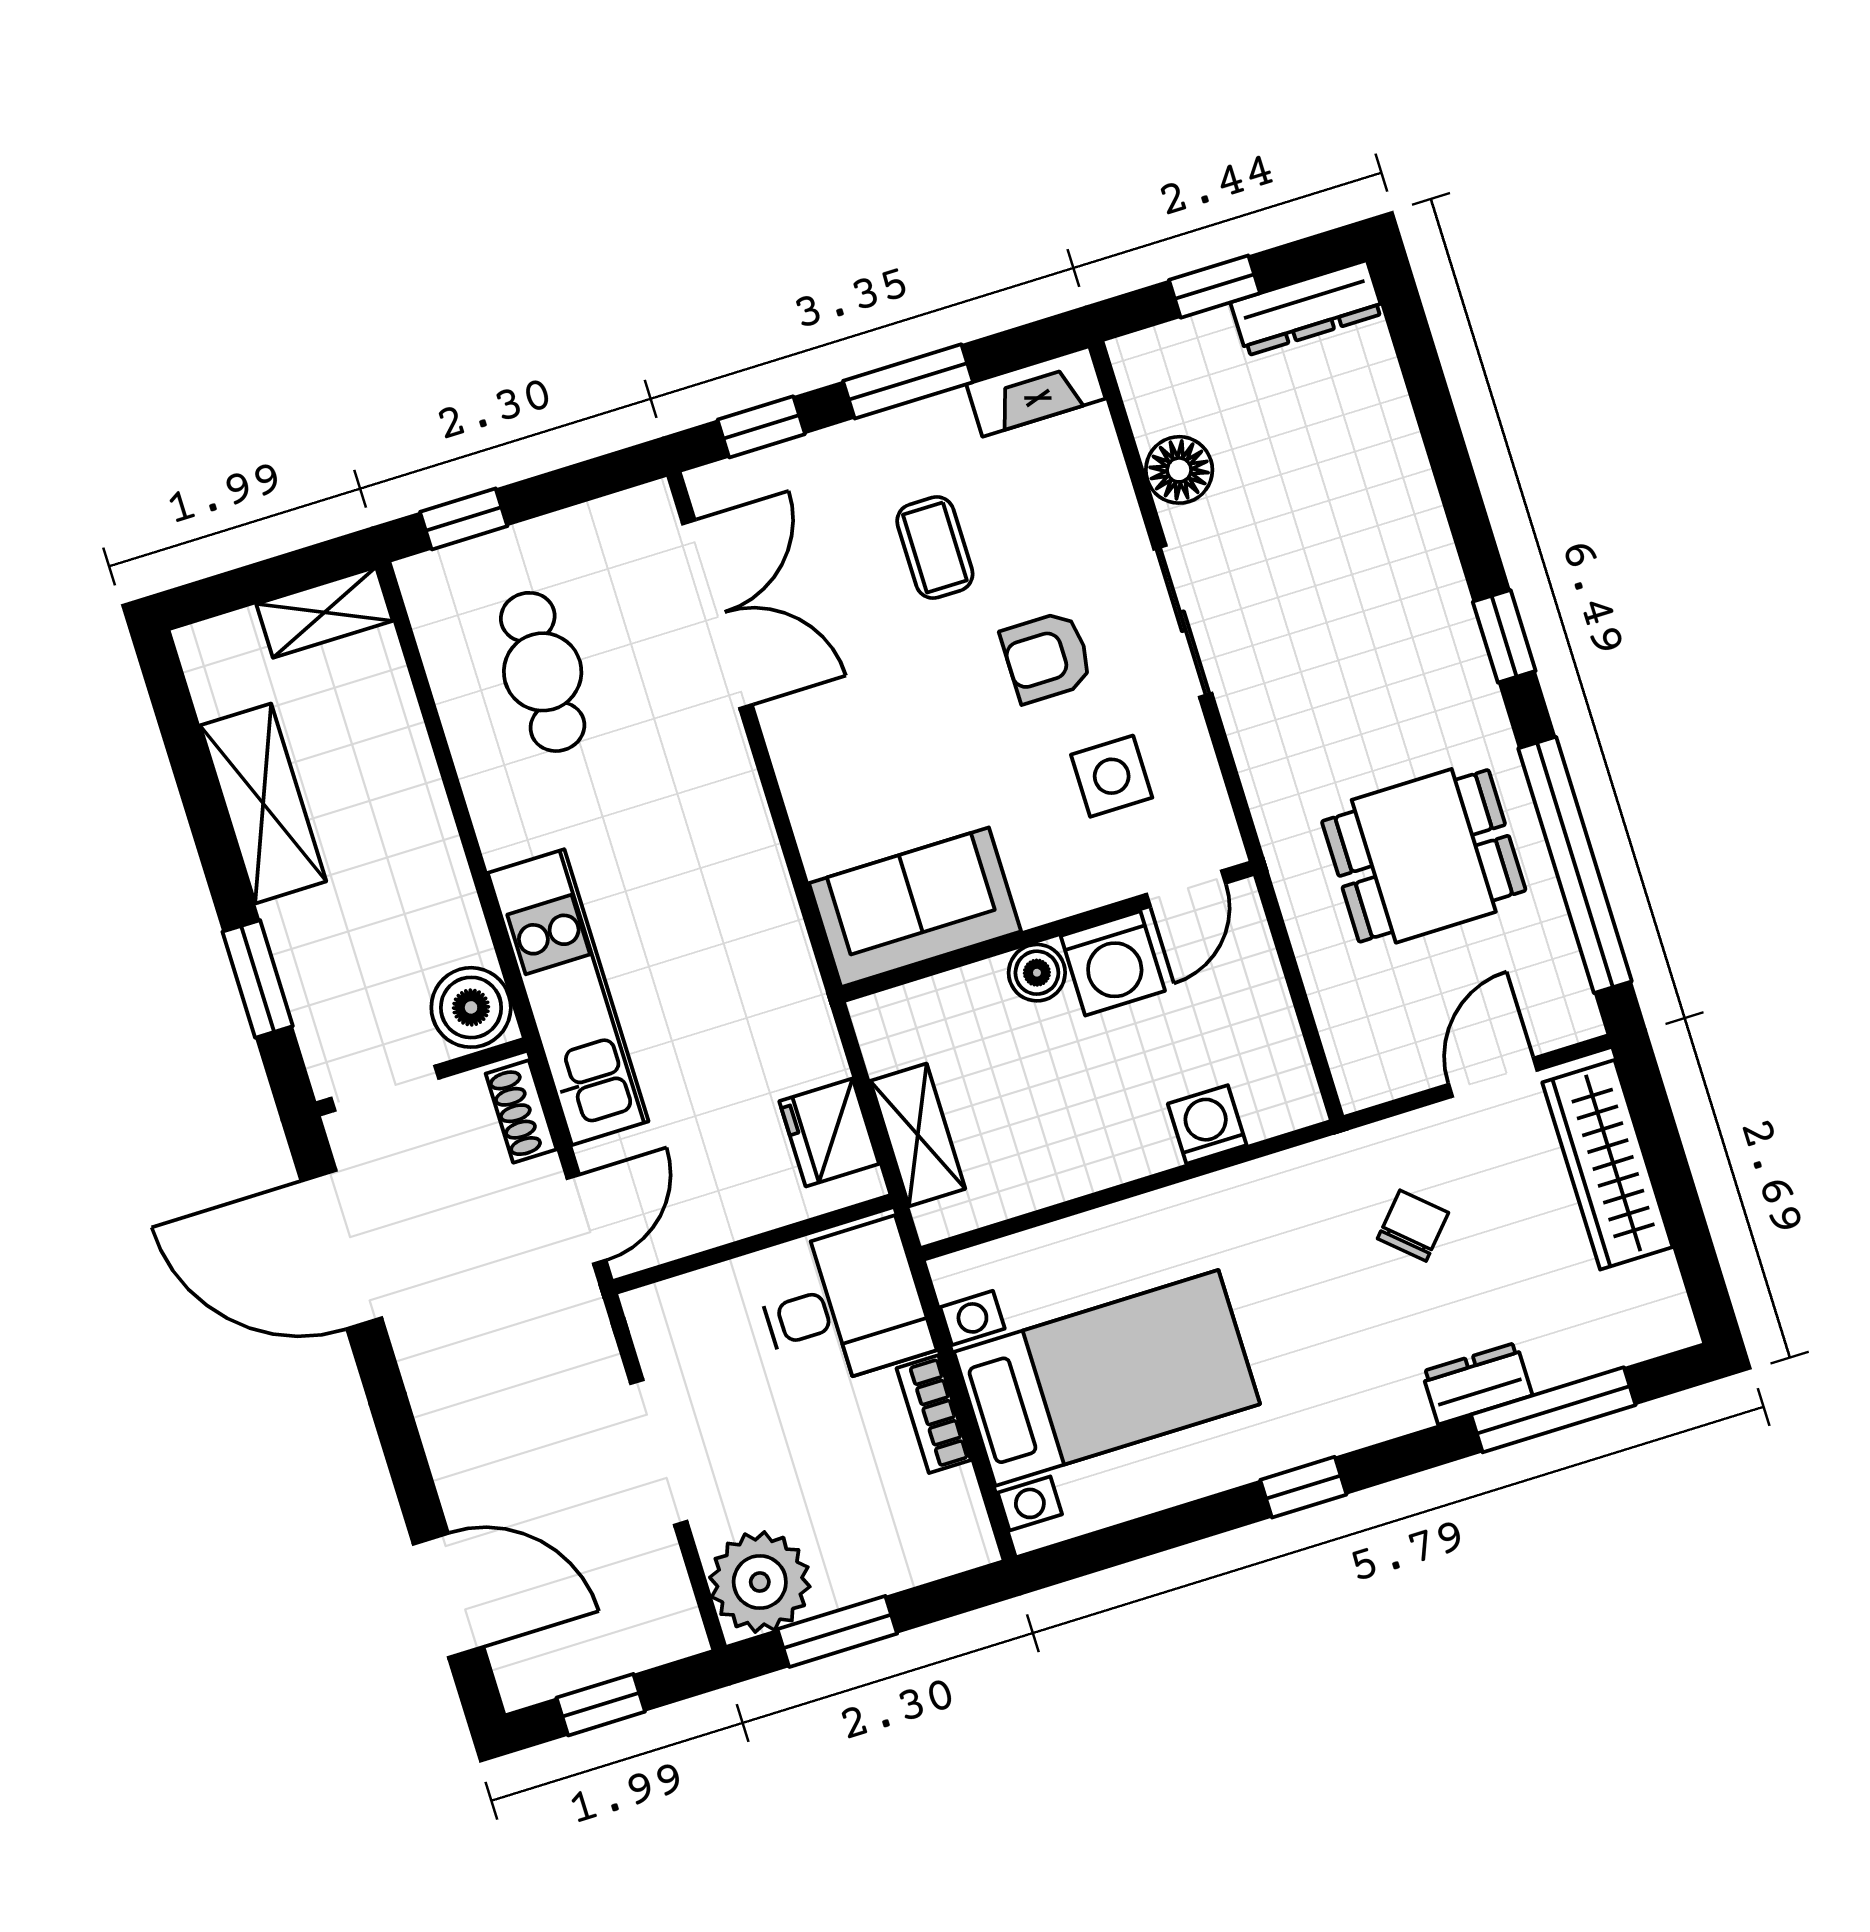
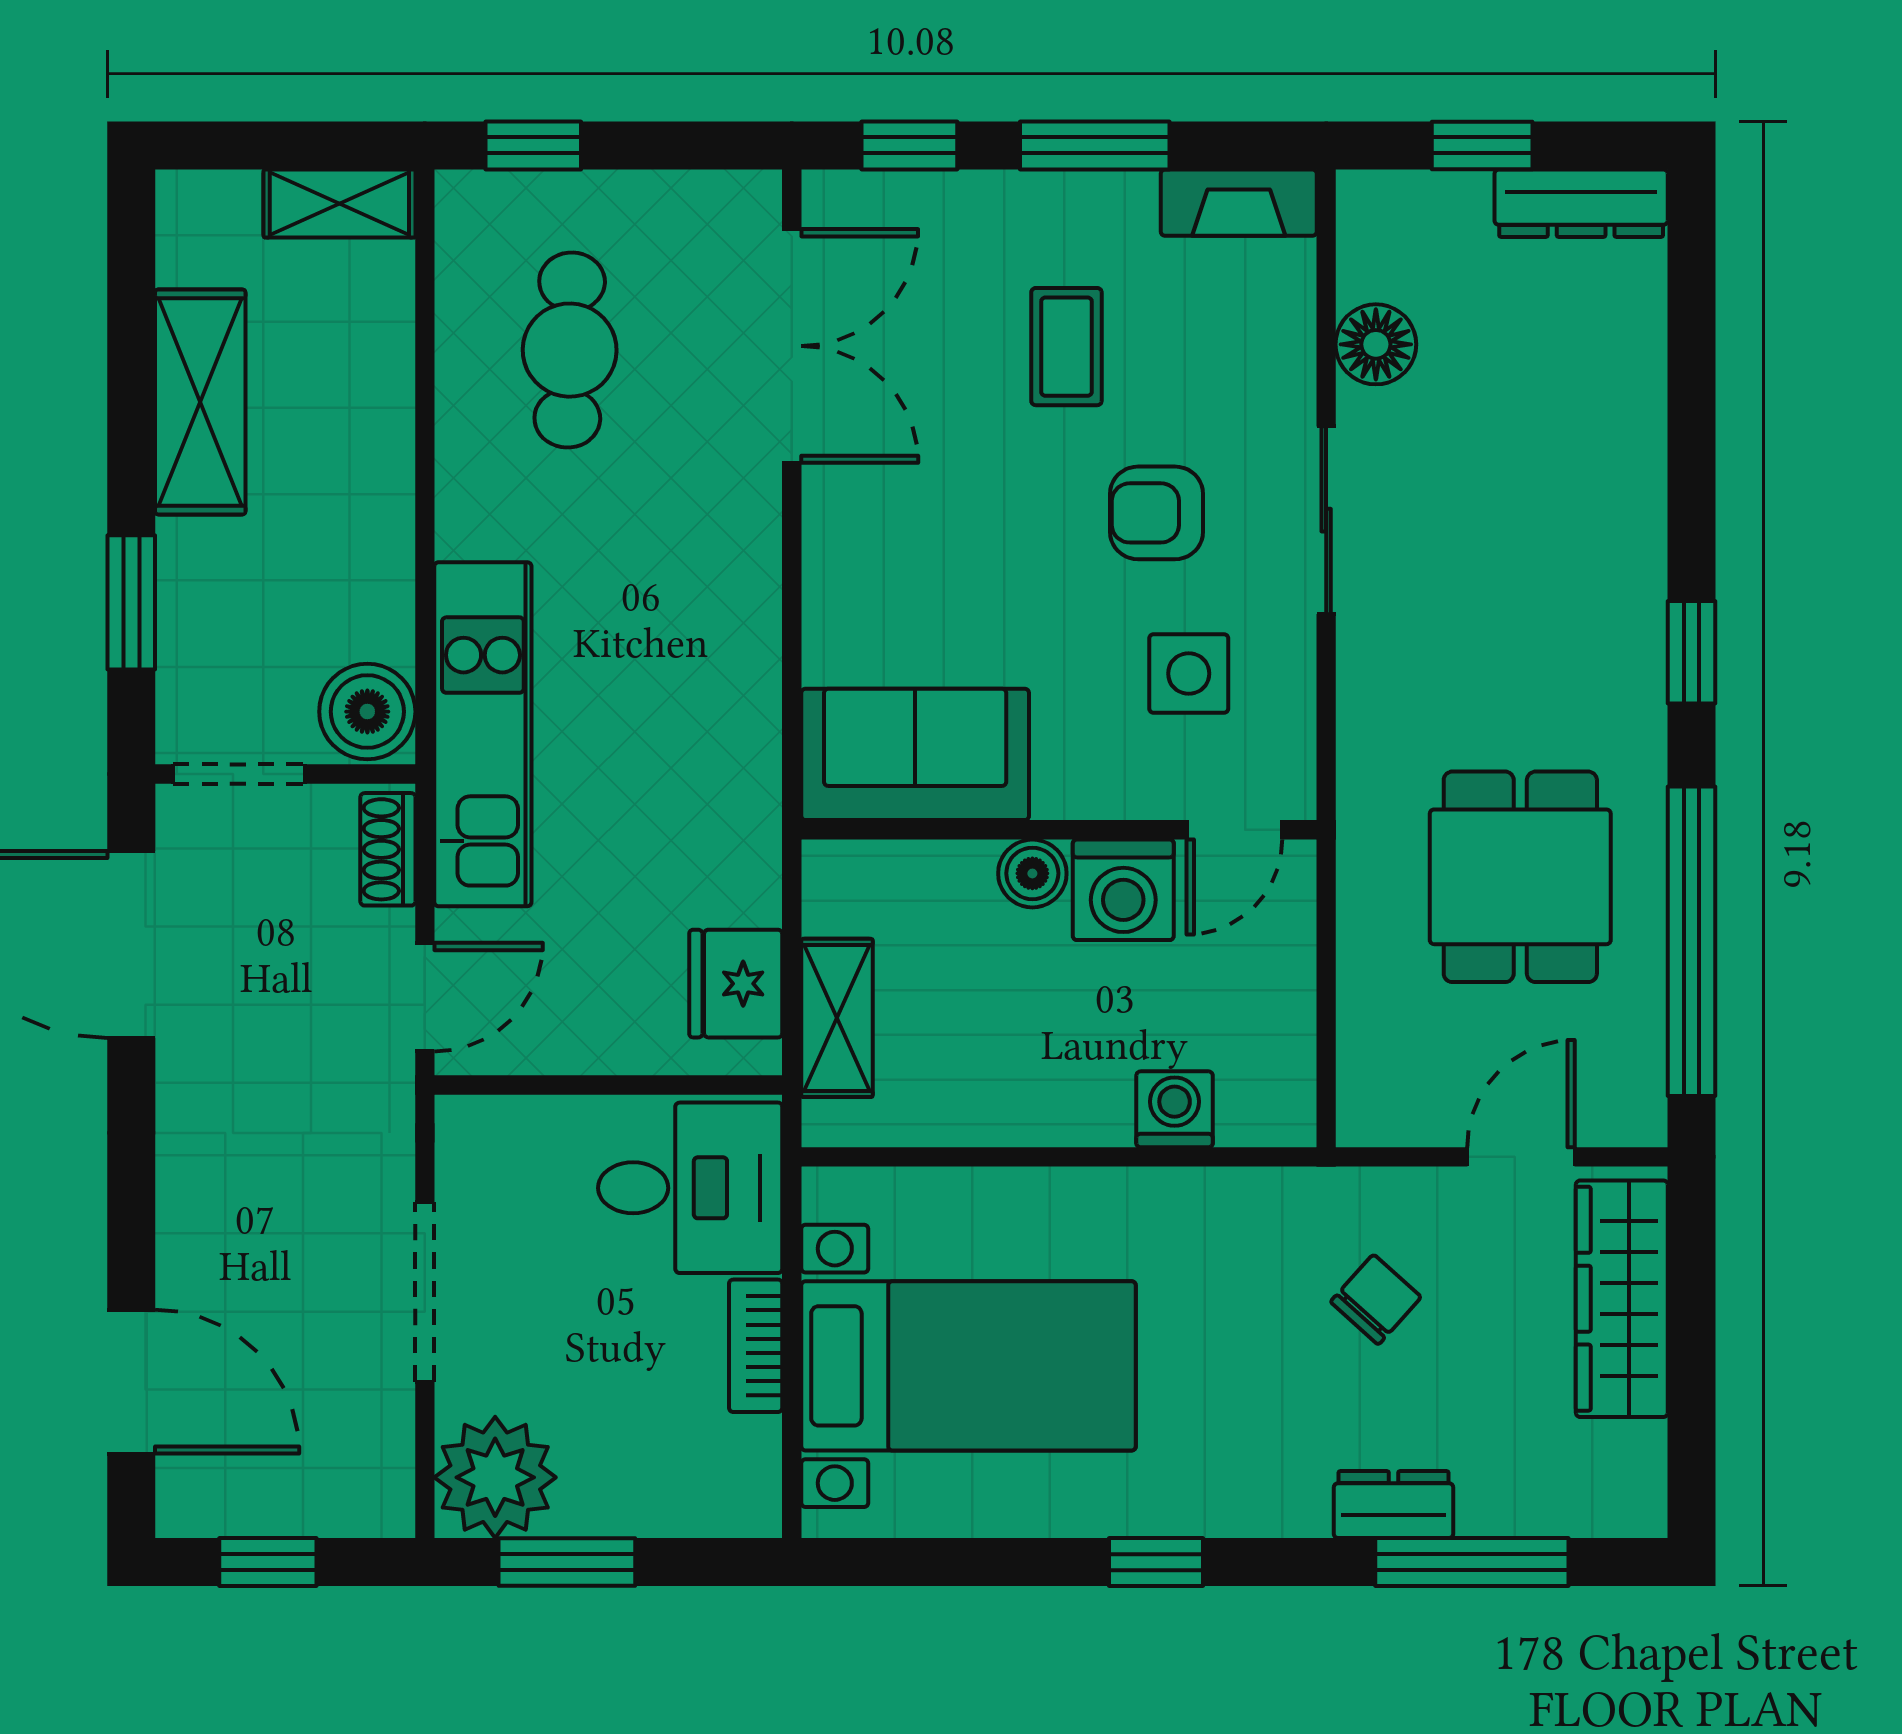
dining table: (1424, 856) -> (1520, 877), turned 90

